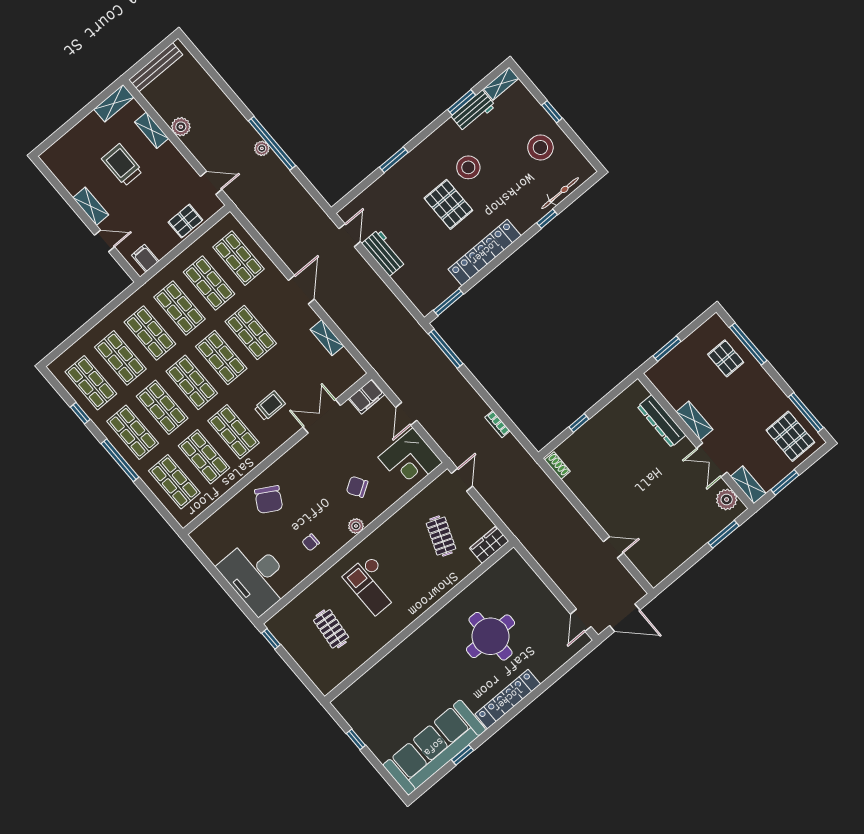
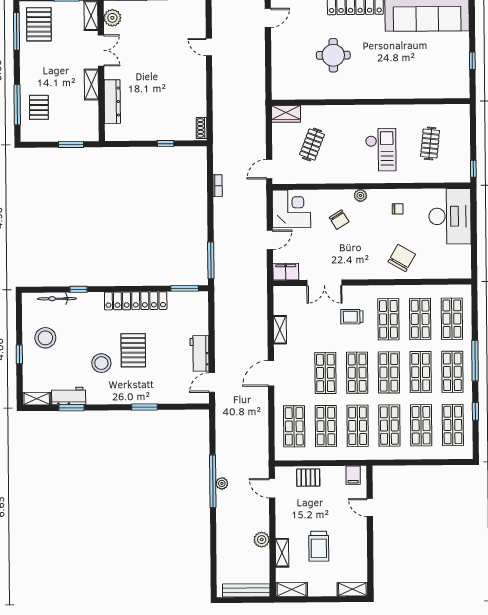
shelving: (91, 206) -> (352, 589), moved, turned 90
round table: (490, 636) -> (333, 55), width x0.73, depth x0.73

